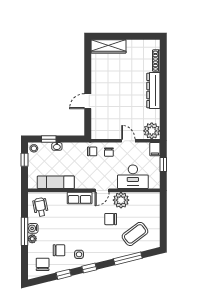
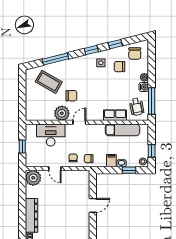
filing cabinet: (155, 149) -> (111, 161), moved
row of seats: (80, 198) -> (115, 115), moved
window: (24, 231) -> (152, 101), moved
coffee table: (135, 234) -> (49, 82), turned 67

